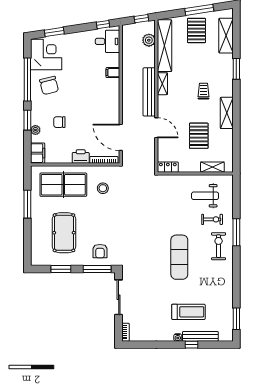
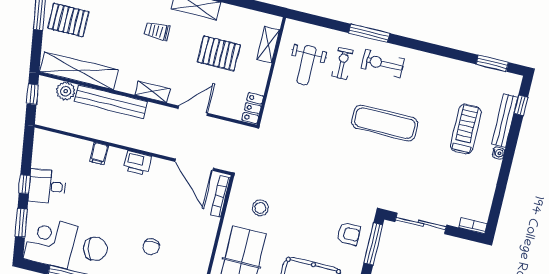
window: (103, 25) -> (25, 184), moved
desk: (108, 41) -> (47, 186), moved, turned -99
shelving: (162, 84) -> (152, 92), moved
bench: (149, 92) -> (111, 102), moved
door: (121, 137) -> (194, 165), hinge flipped
printer: (81, 157) -> (137, 163), moved, turned -90
window: (192, 345) -> (521, 105), moved

